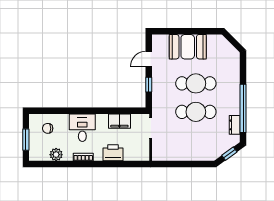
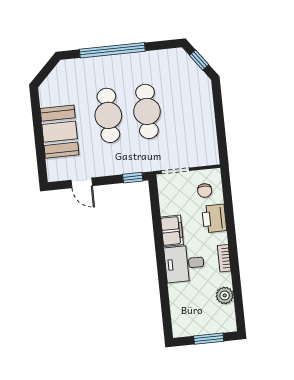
window: (149, 85) -> (133, 178), moved
window: (243, 108) -> (112, 50), moved
filing cabinet: (119, 121) -> (172, 231), moved
dresser: (235, 125) -> (159, 57), removed
chair: (48, 128) -> (205, 191), moved

